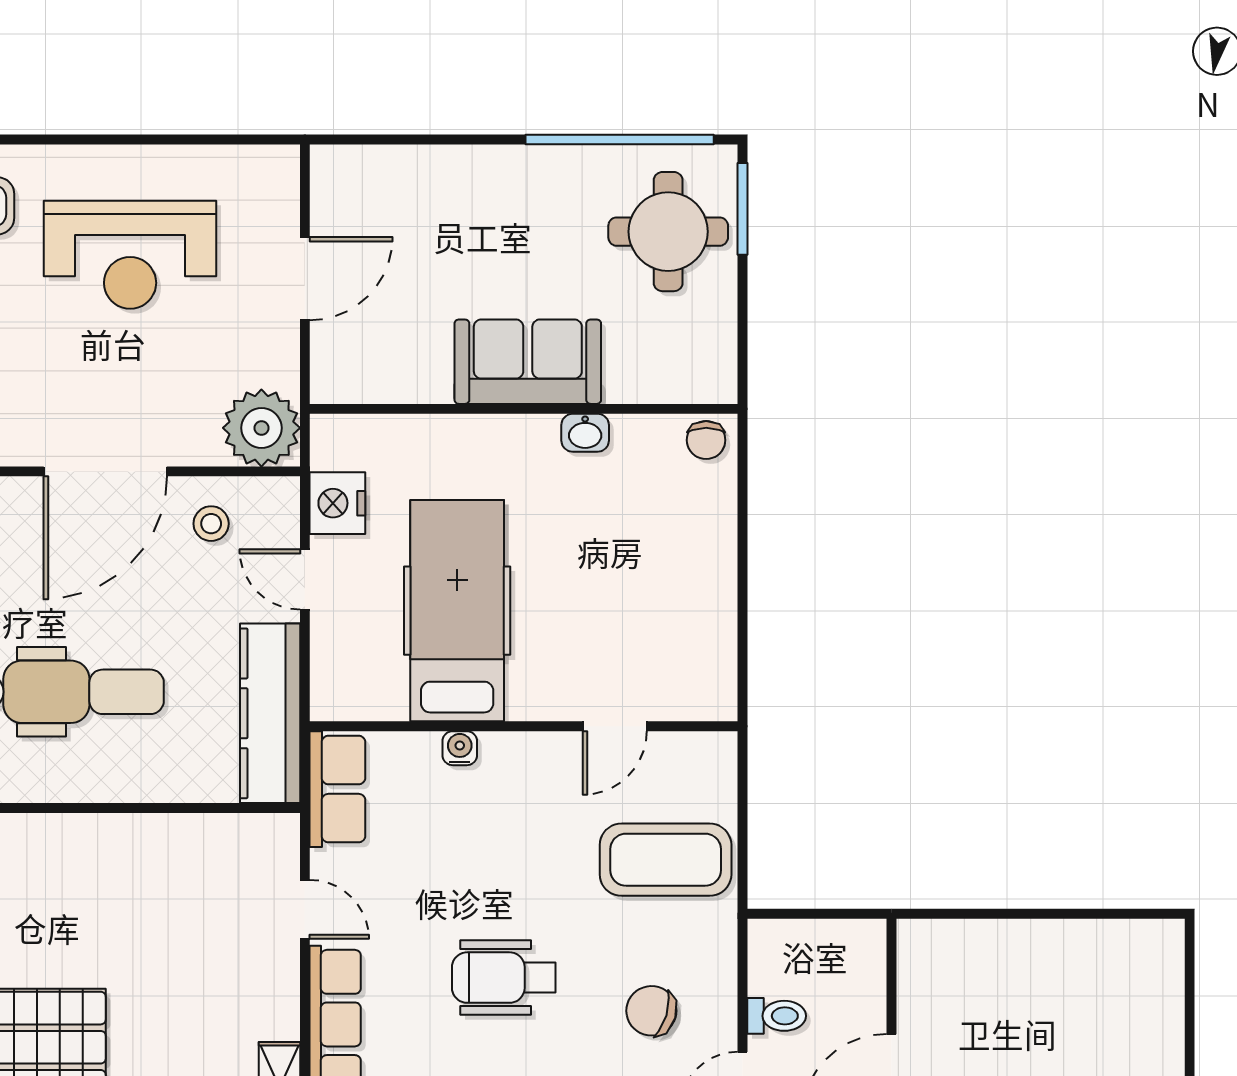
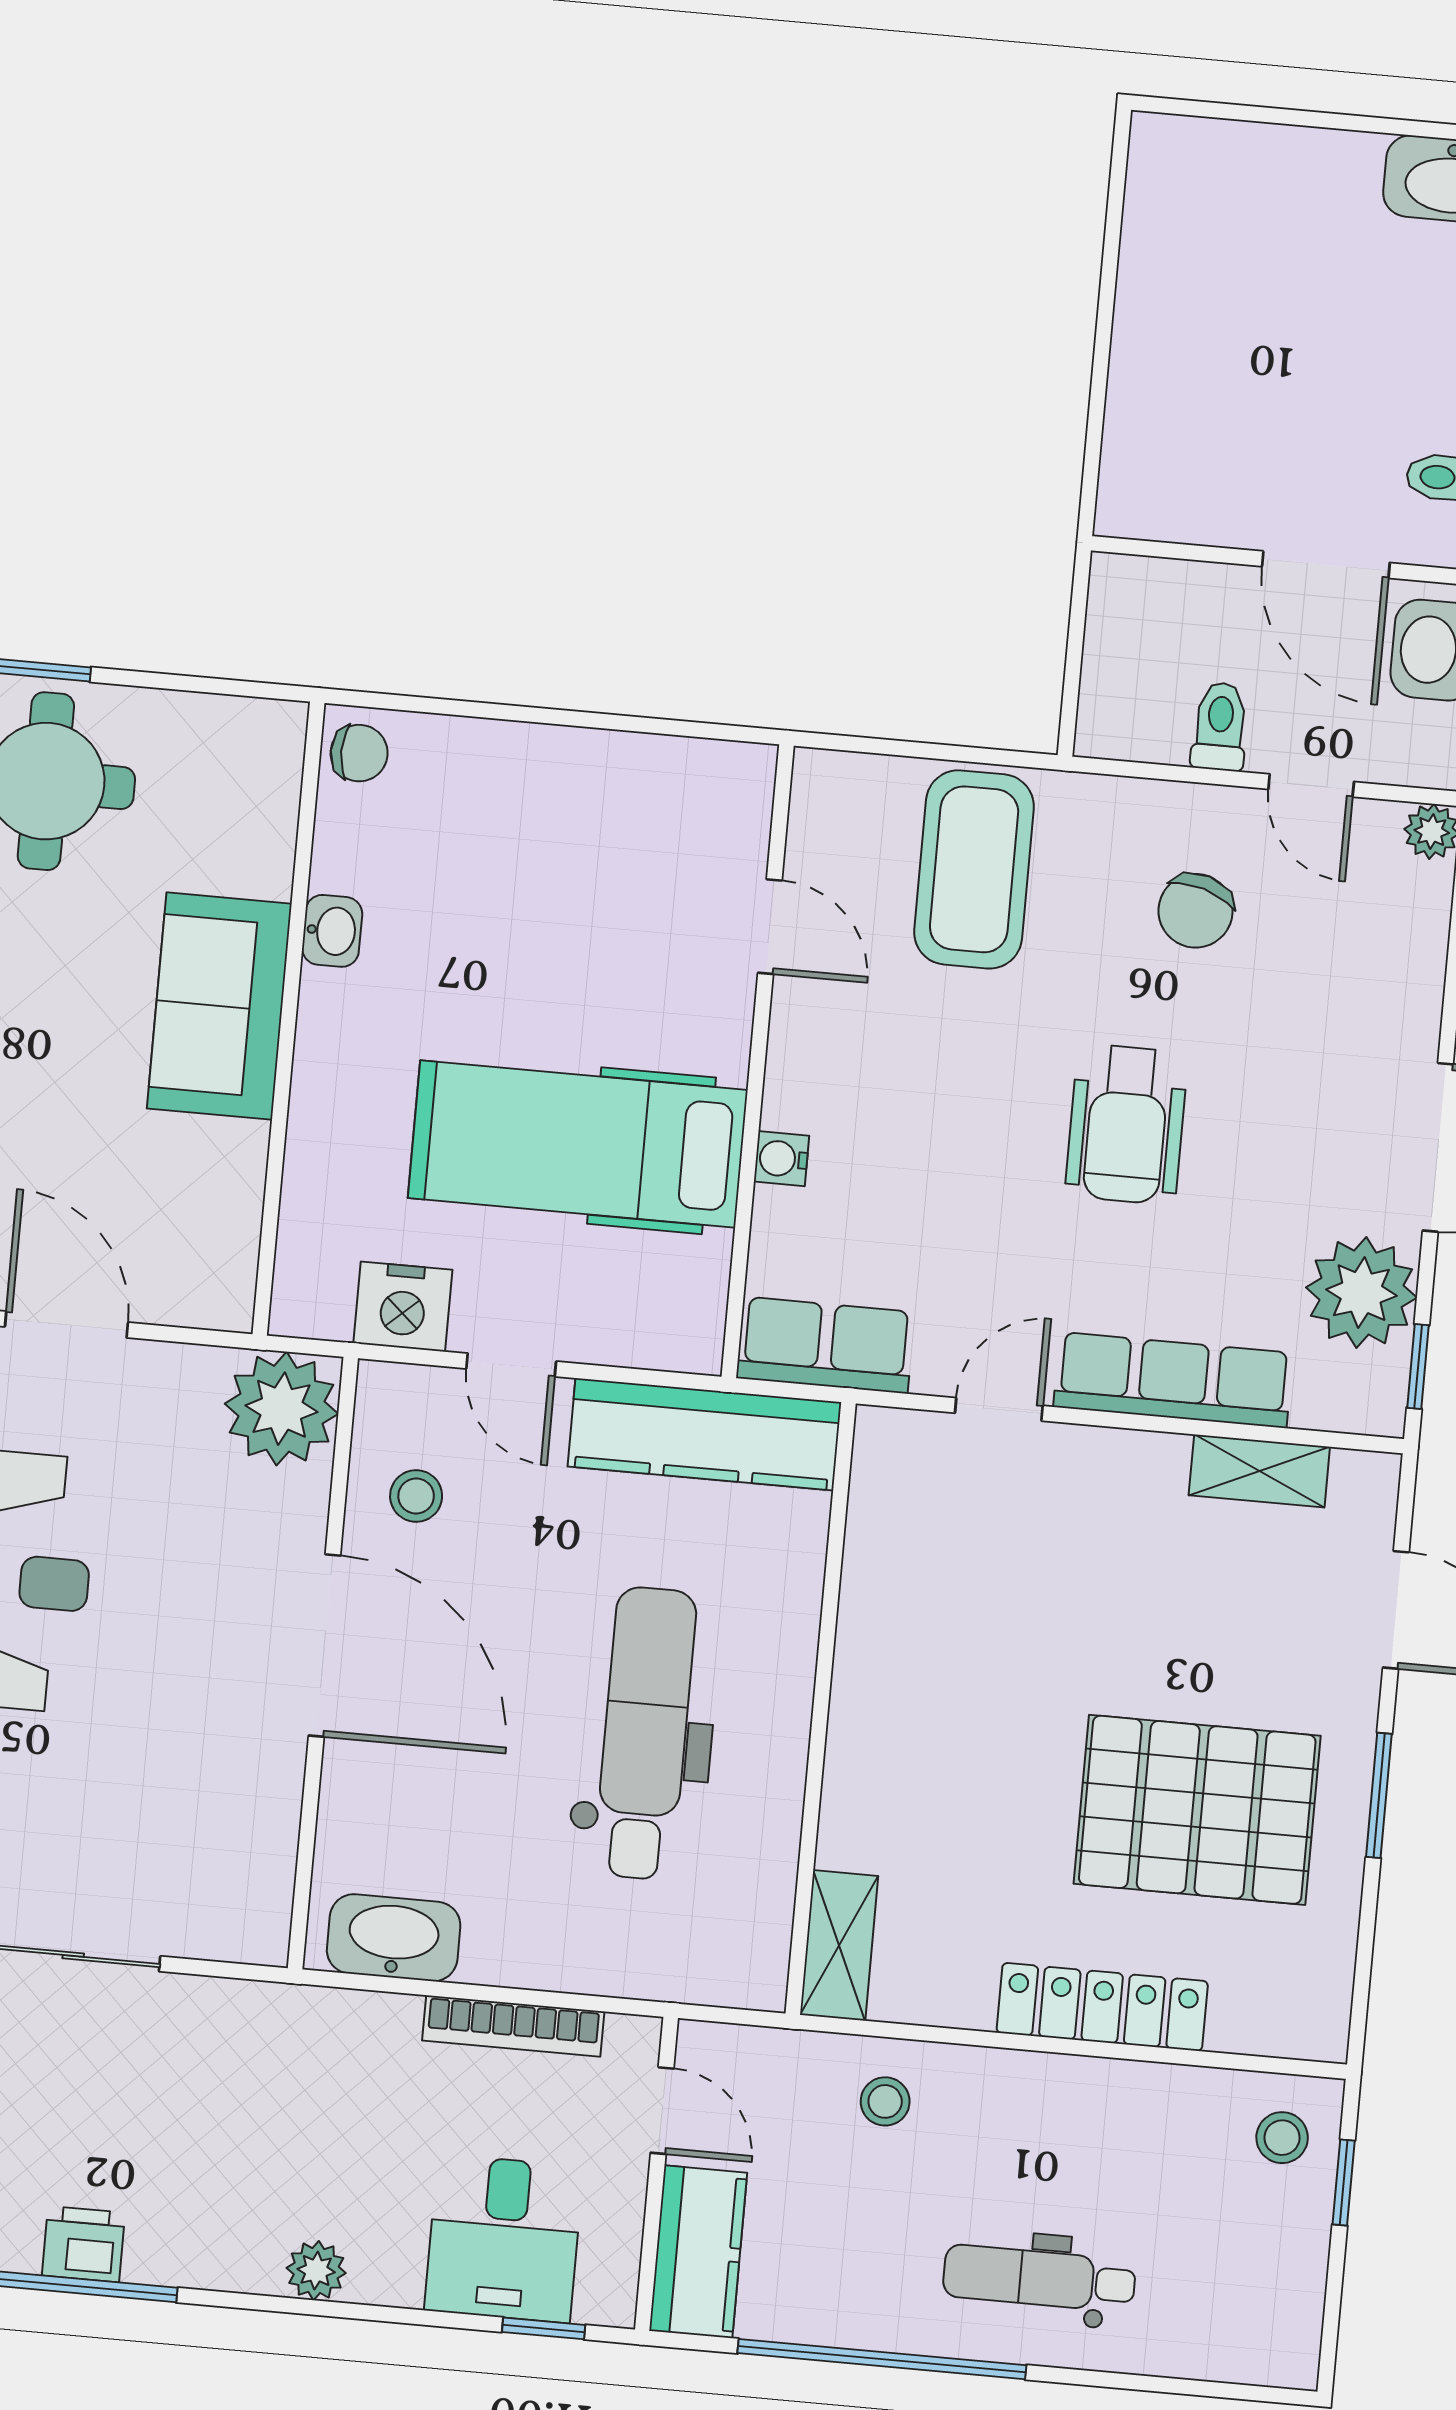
door: (305, 579) -> (511, 1365), hinge flipped

